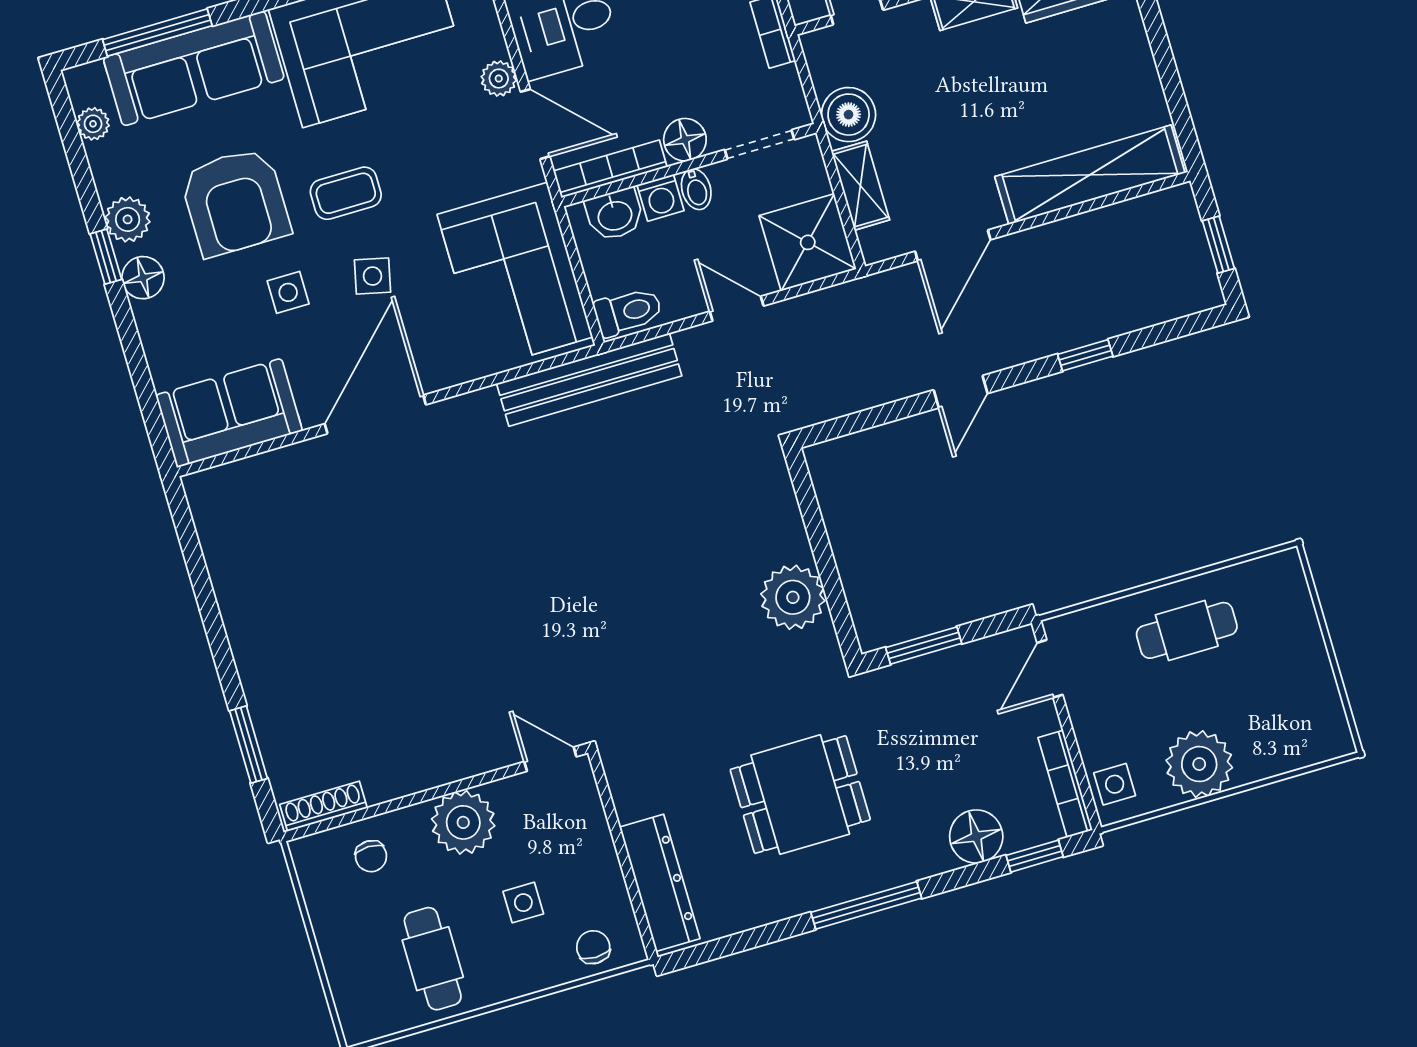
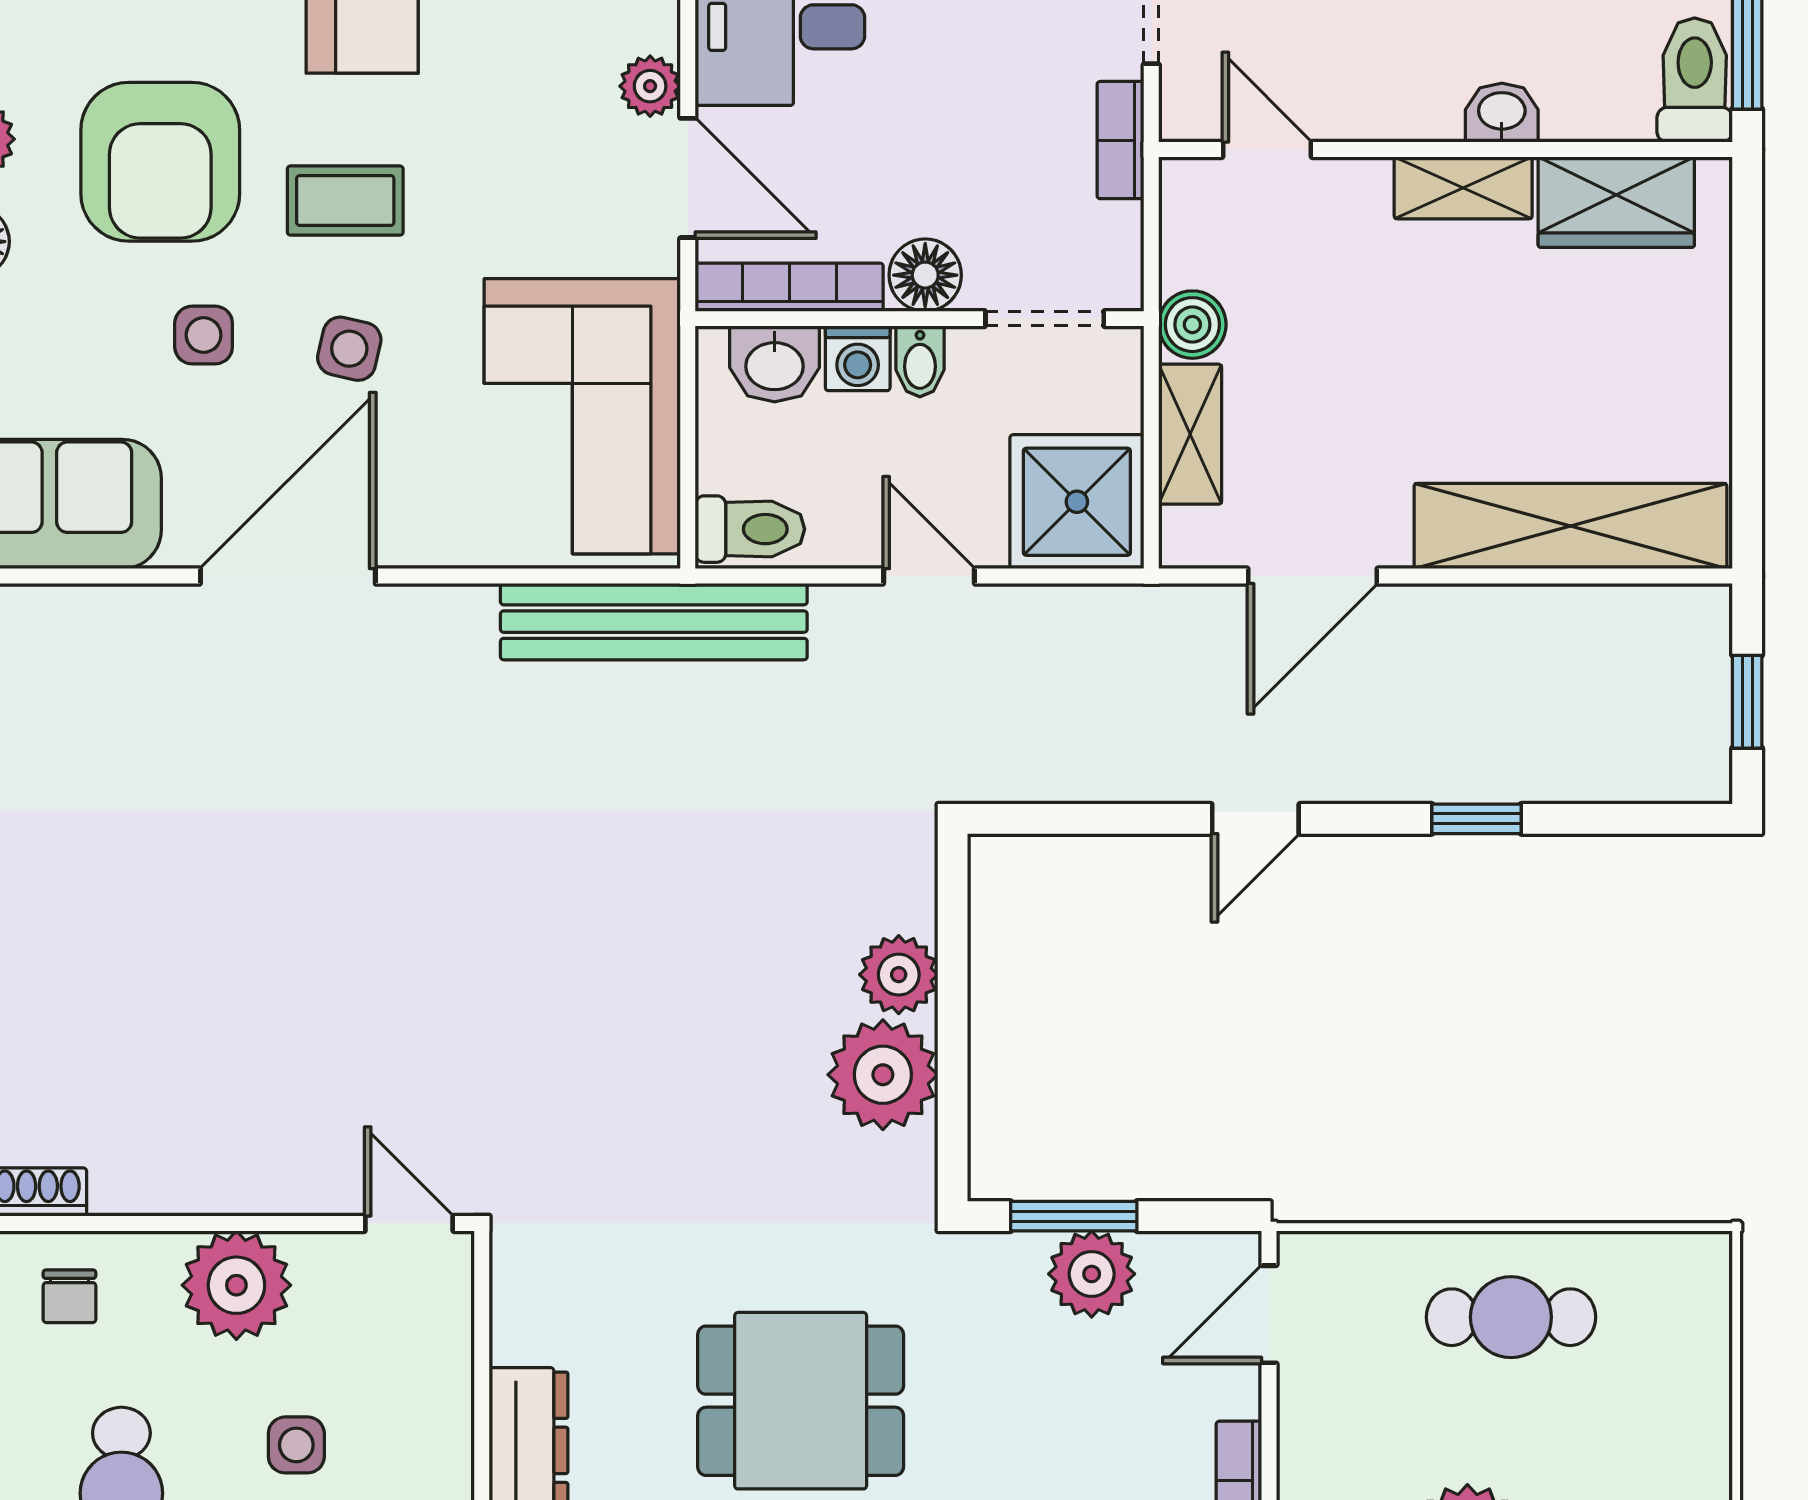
boiler: (849, 115) -> (1192, 325), width x0.73, depth x0.73
plant: (785, 538) -> (899, 975), added
plant: (943, 675) -> (1092, 1274), added

